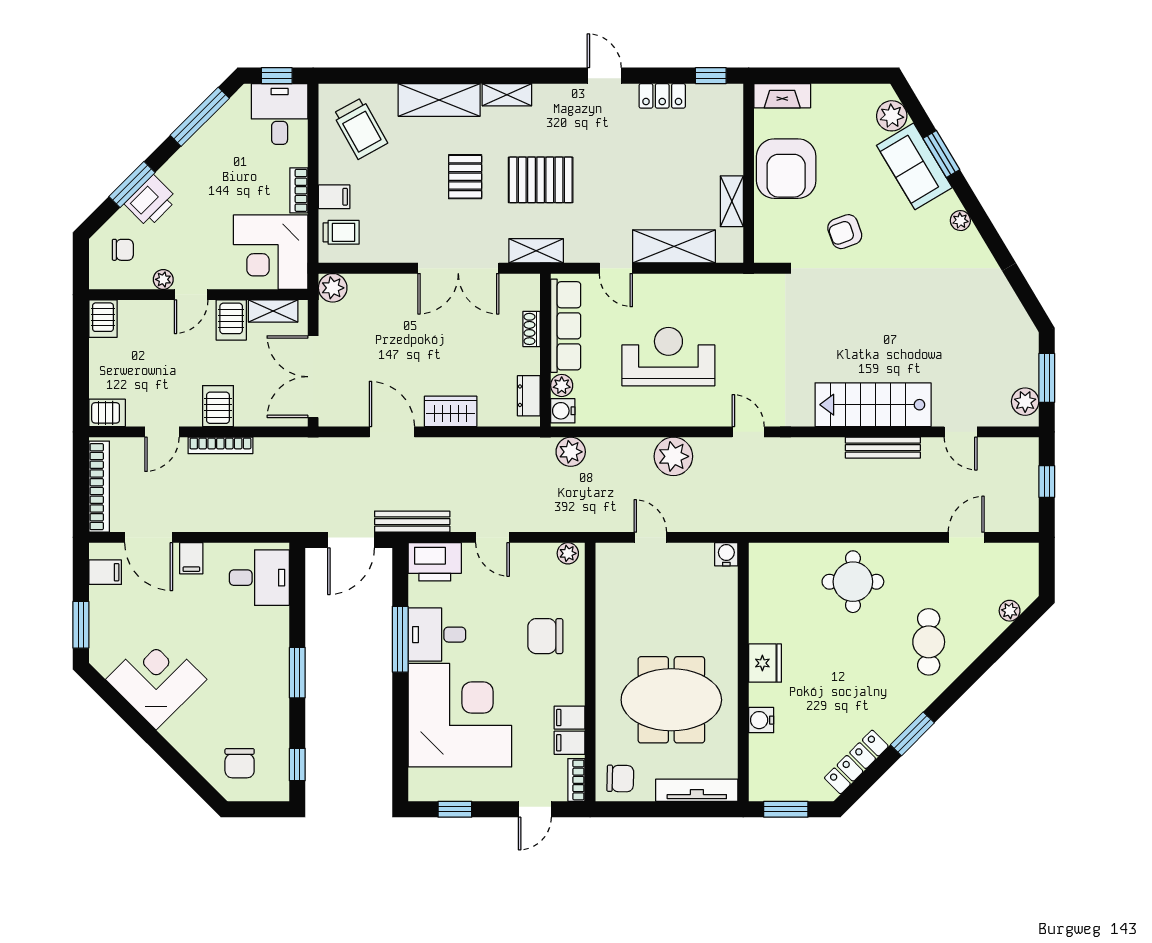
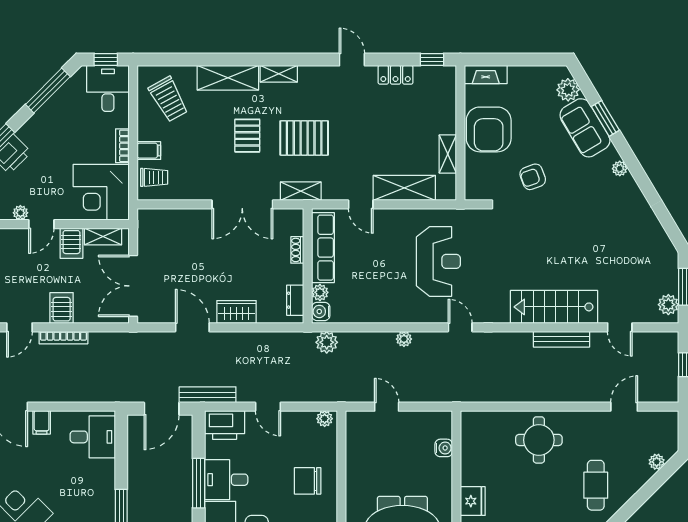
plant: (333, 288) -> (148, 219), removed
reception desk: (668, 357) -> (438, 261), moved, turned 90
plant: (673, 456) -> (404, 339), width x0.53, depth x0.53
water cooler: (726, 554) -> (444, 448), moved, turned 90

